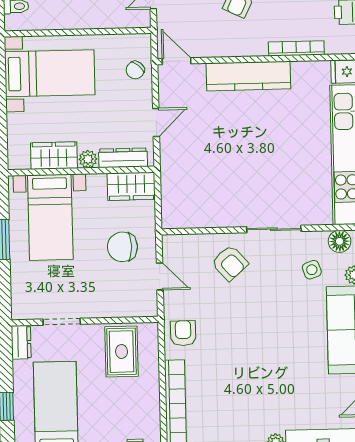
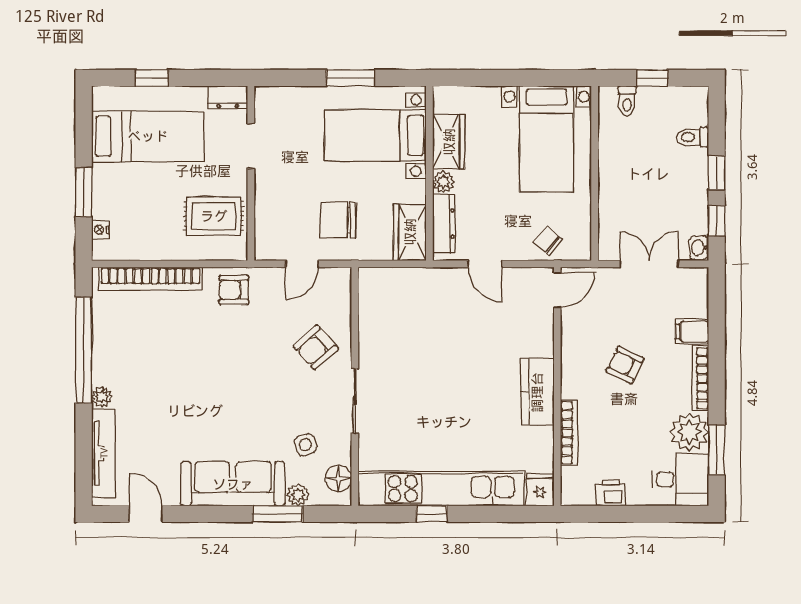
kitchen counter: (248, 76) -> (537, 392), width x0.67
chair: (122, 247) -> (338, 220), turned -90
armchair: (183, 333) -> (234, 290), turned 180

